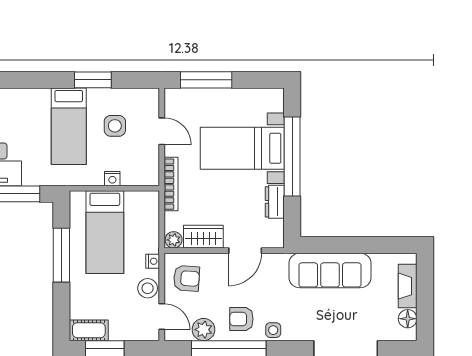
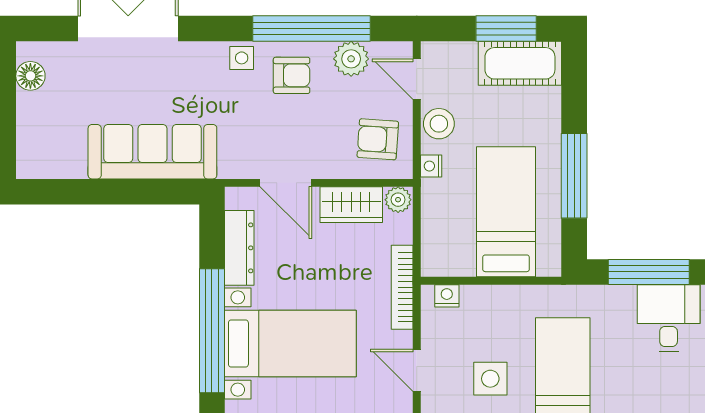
nightstand: (112, 179) -> (447, 296), moved
dresser: (275, 202) -> (239, 248), width x1.44
door: (245, 251) -> (286, 183), swing flipped
fireplace: (408, 286) -> (31, 127), removed
cot: (89, 330) -> (520, 63), width x1.37, depth x1.34

